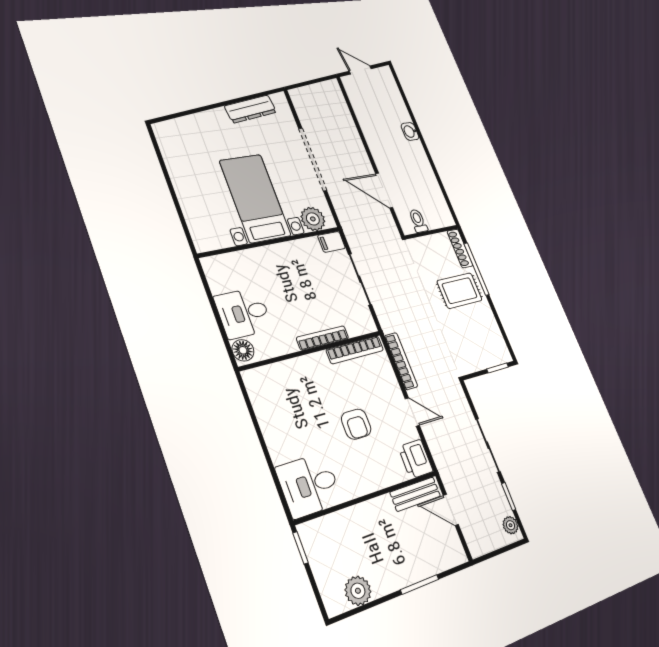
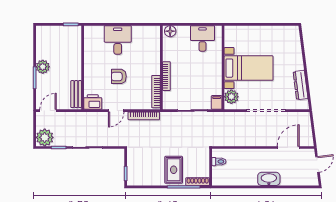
washbasin: (410, 131) -> (269, 179), width x1.91, depth x1.45
door: (384, 191) -> (288, 148), moved
desk: (243, 313) -> (202, 38), moved
desk: (309, 485) -> (118, 40), moved
door: (451, 510) -> (48, 111), moved
plant: (510, 525) -> (45, 137), width x1.88, depth x1.88
plant: (358, 591) -> (43, 67), moved

